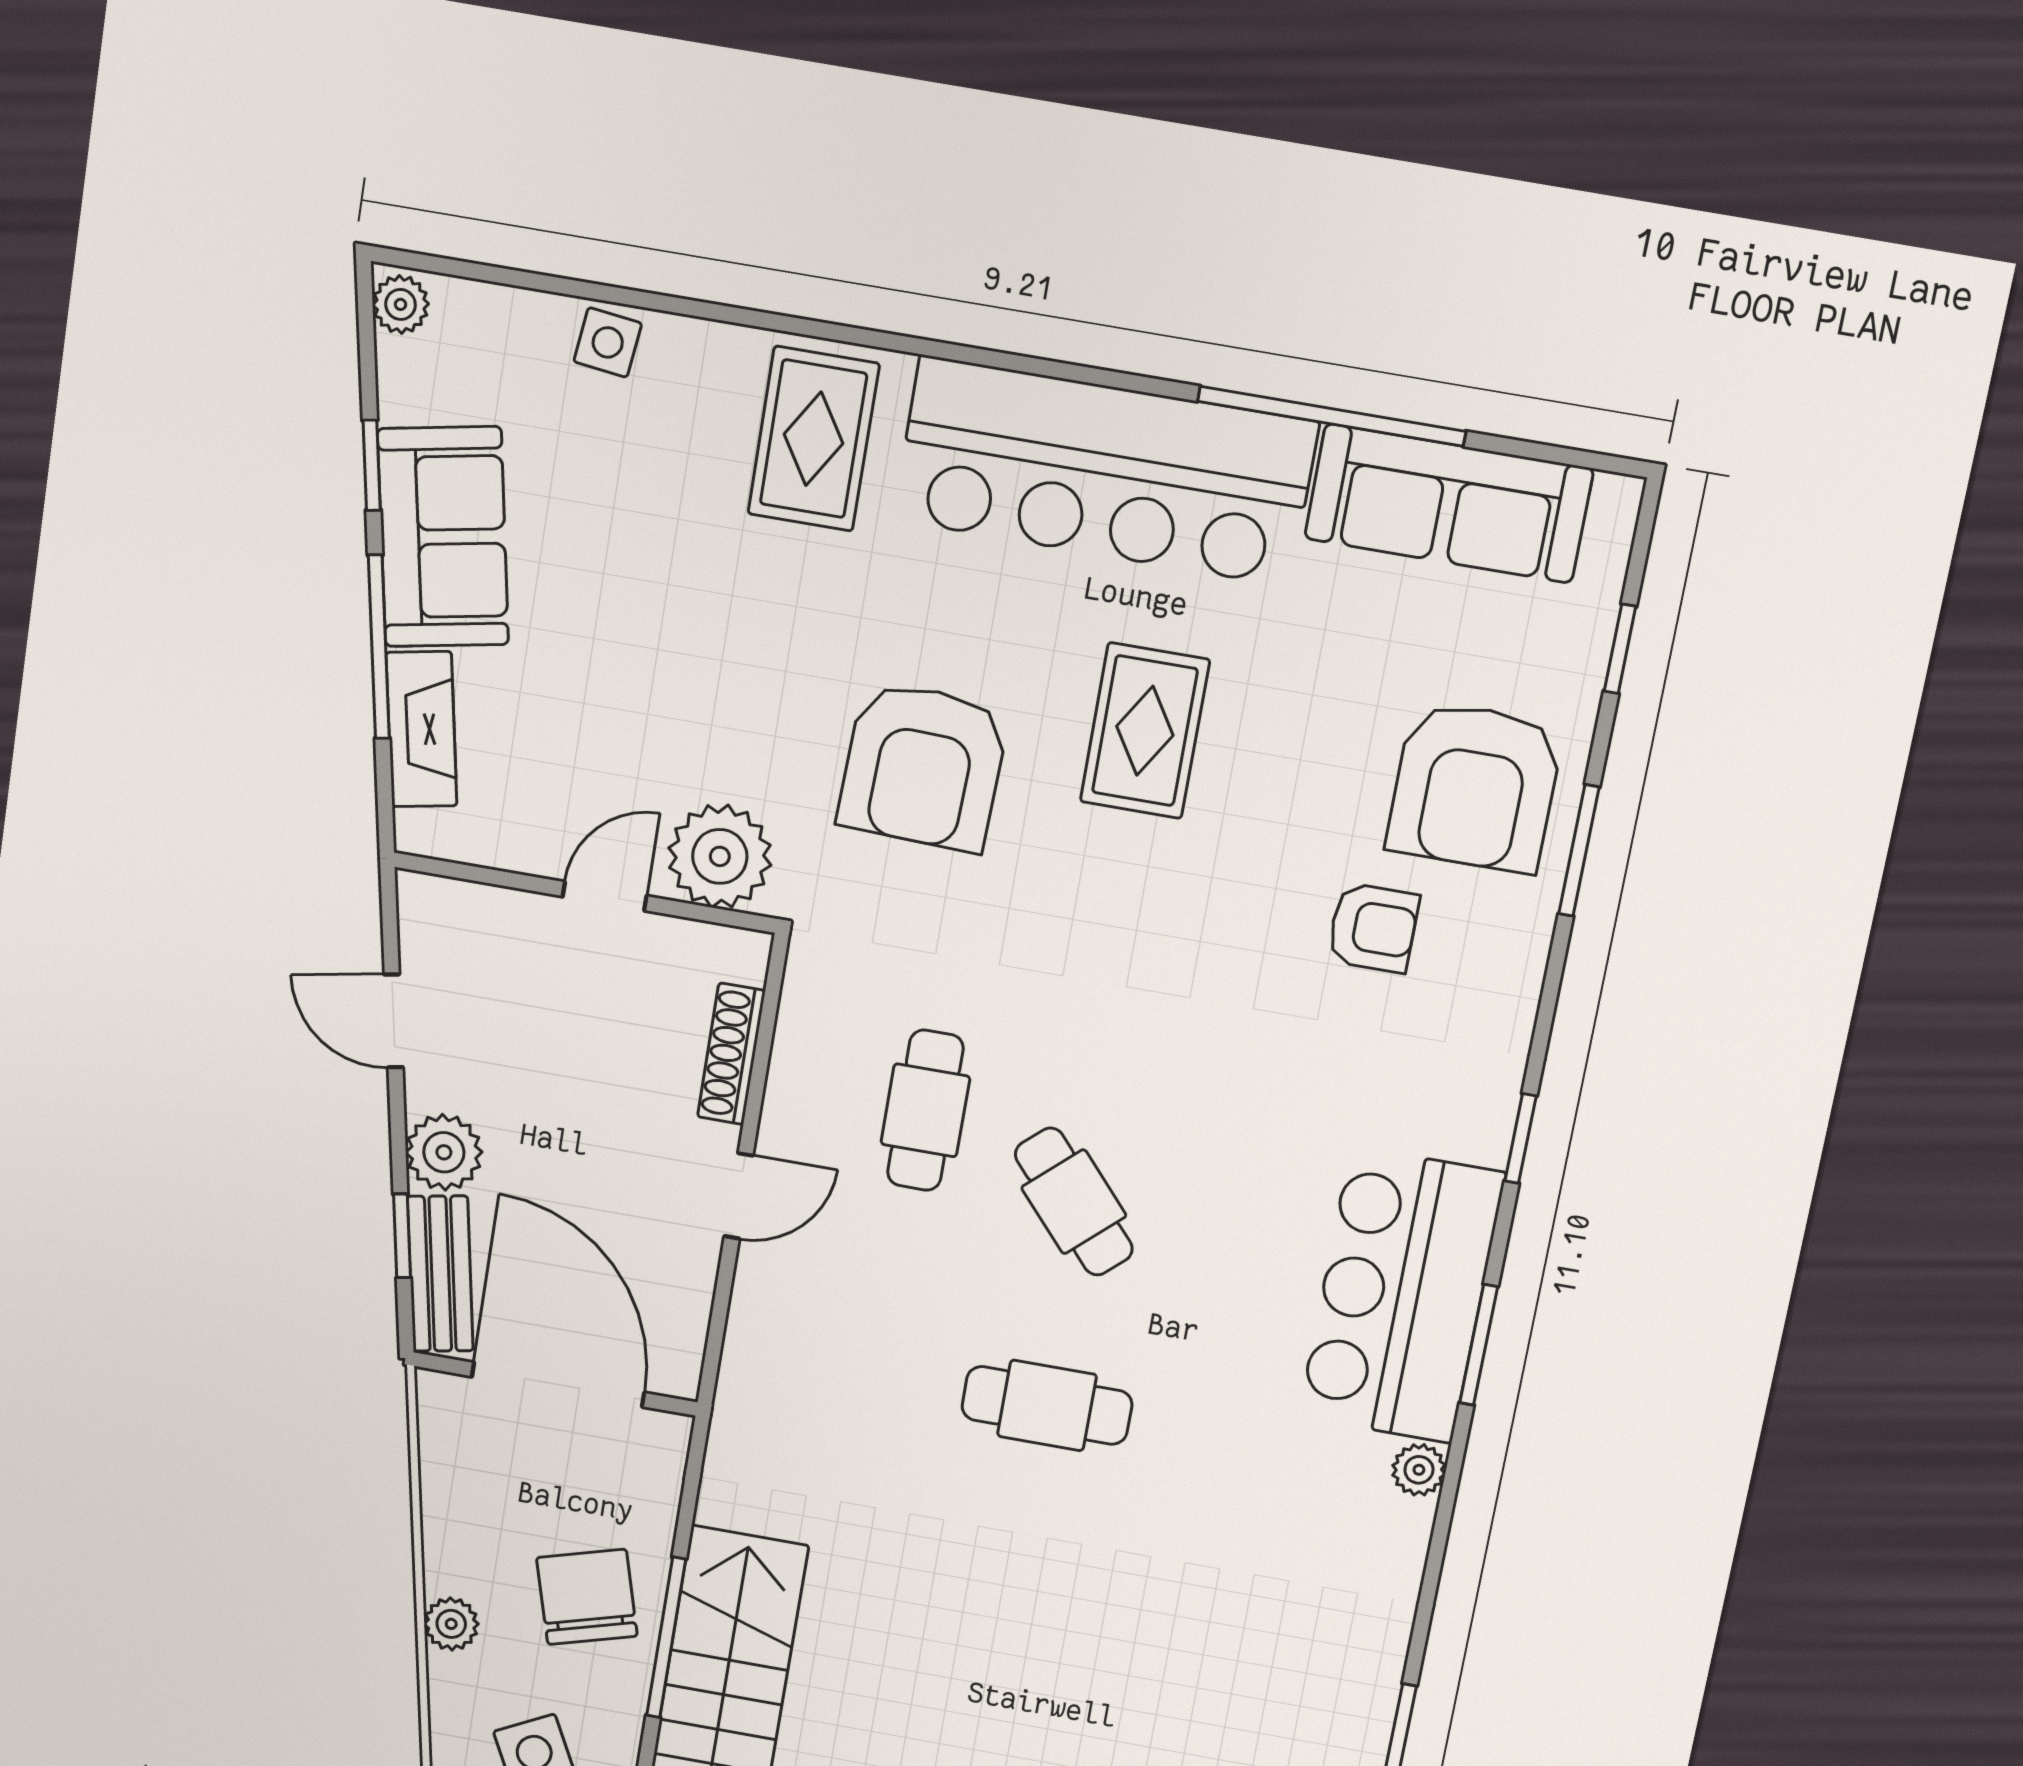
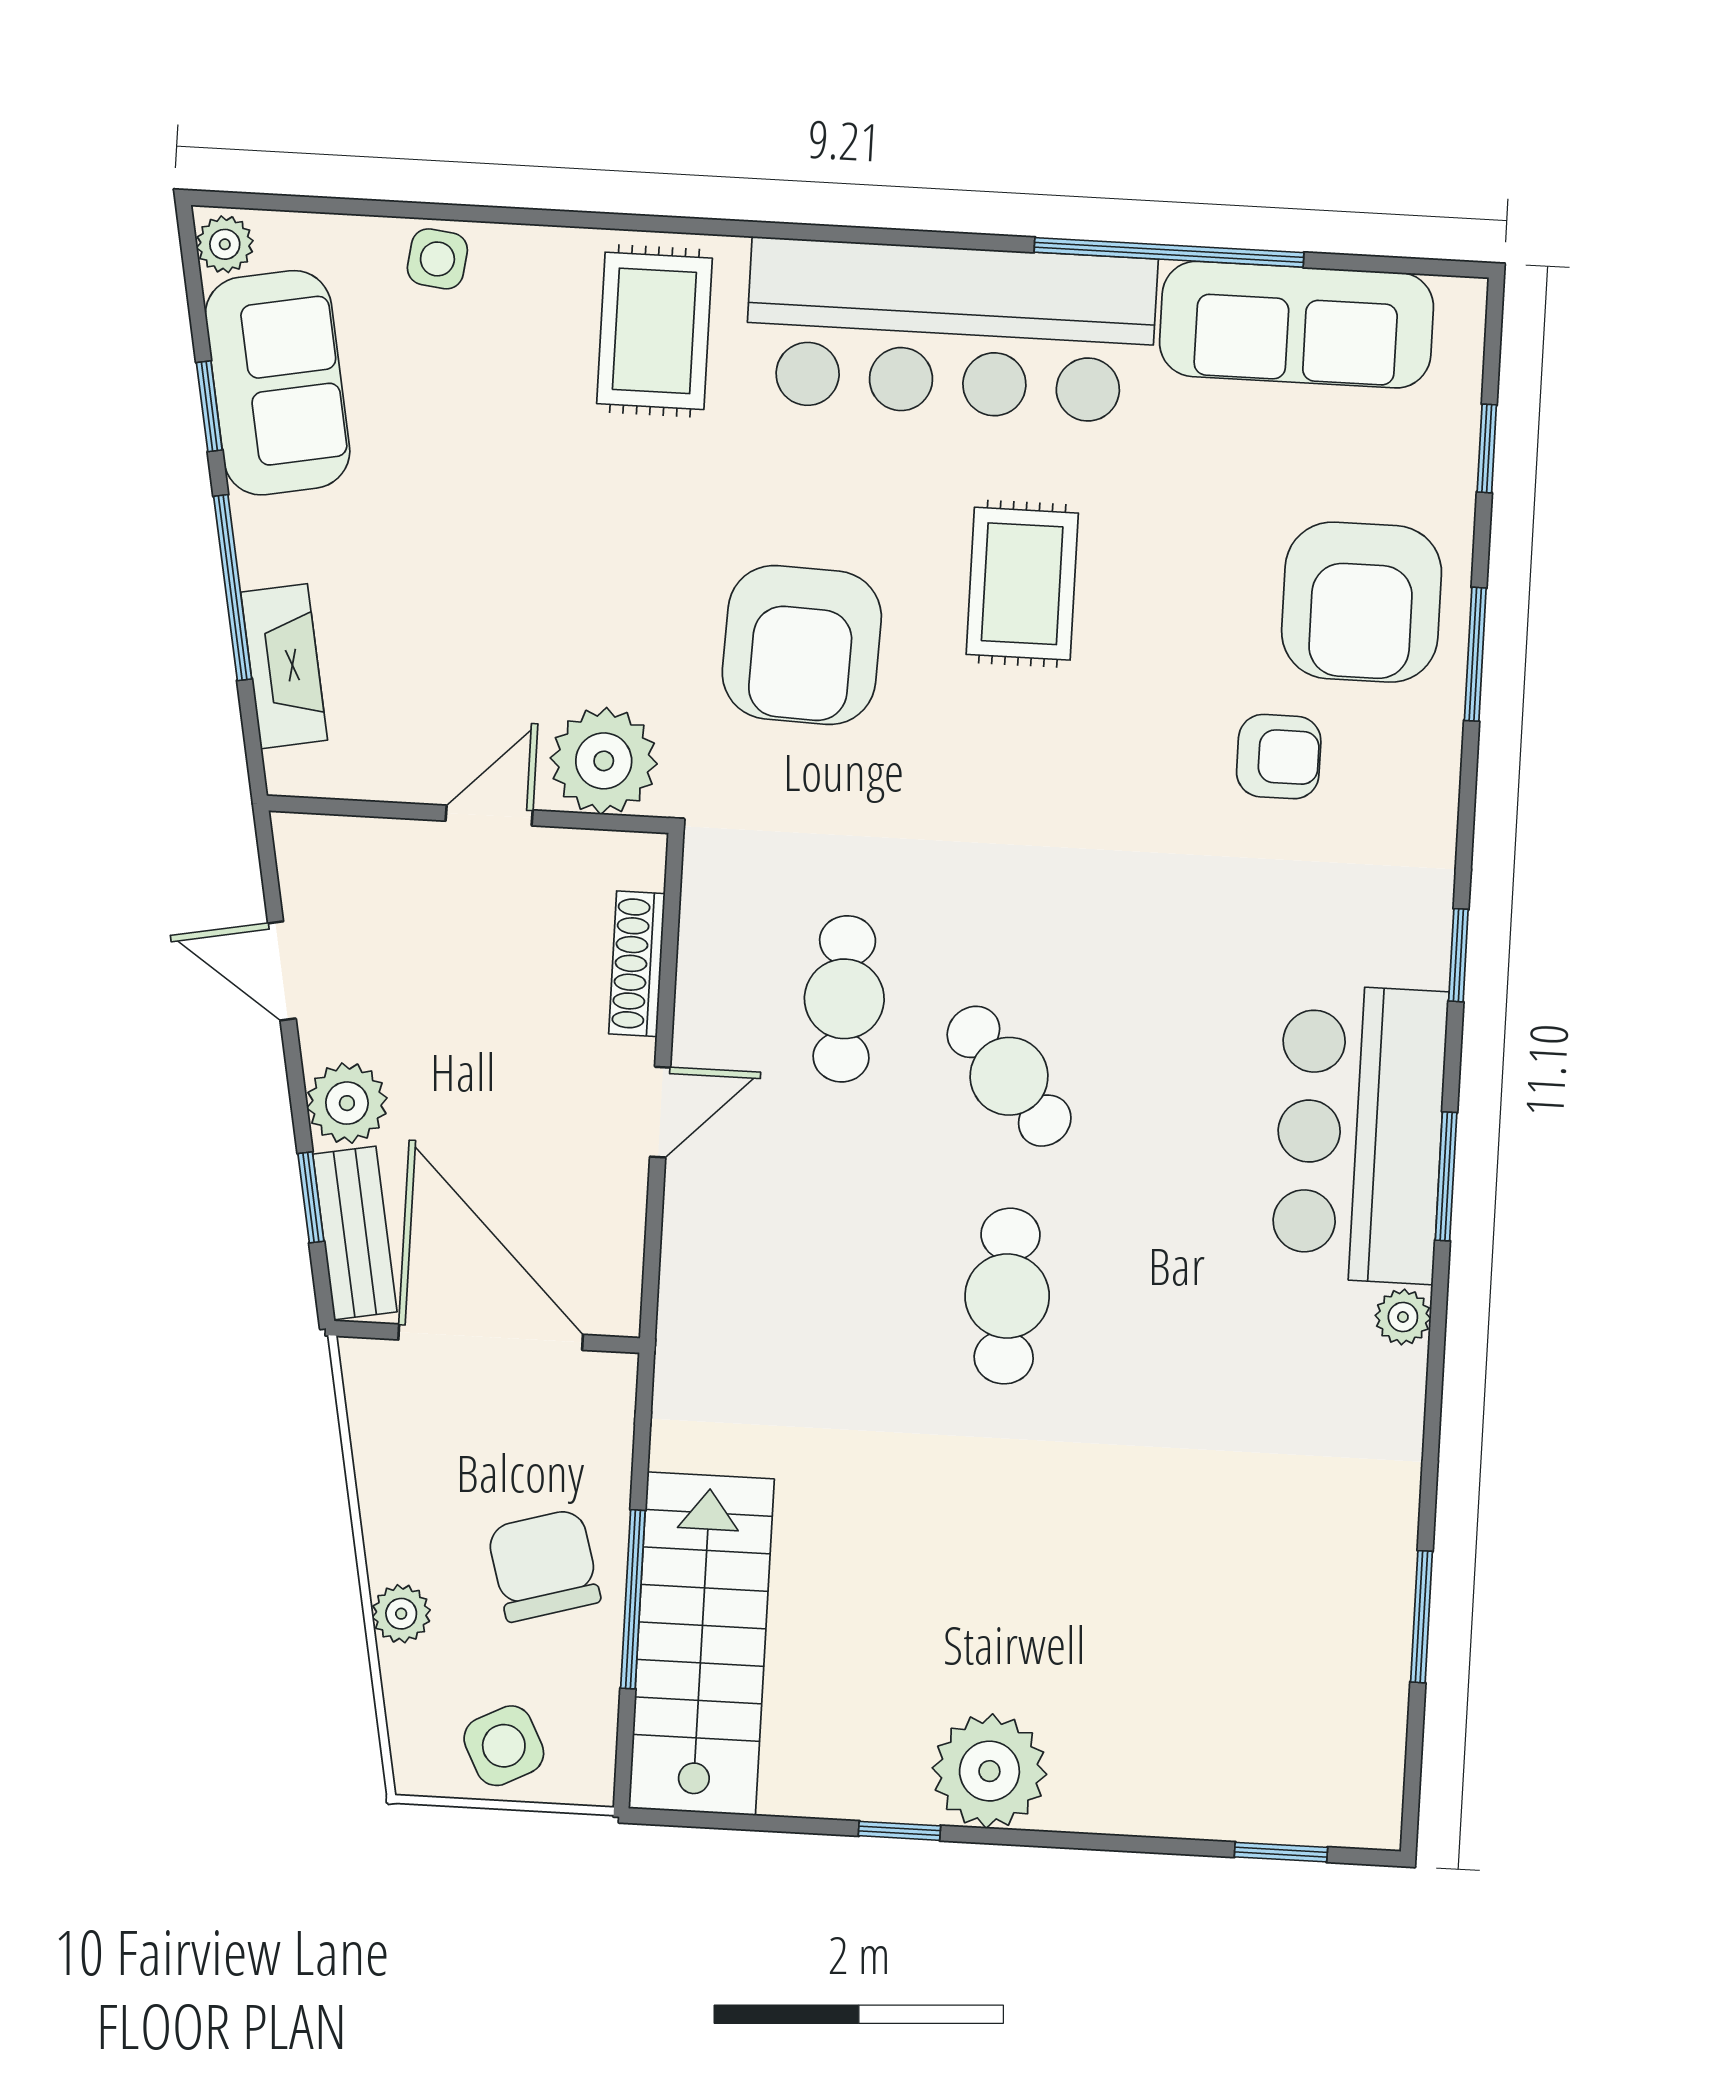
sofa: (443, 537) -> (278, 383), moved
cafe table: (1047, 1405) -> (1007, 1296), turned 90

